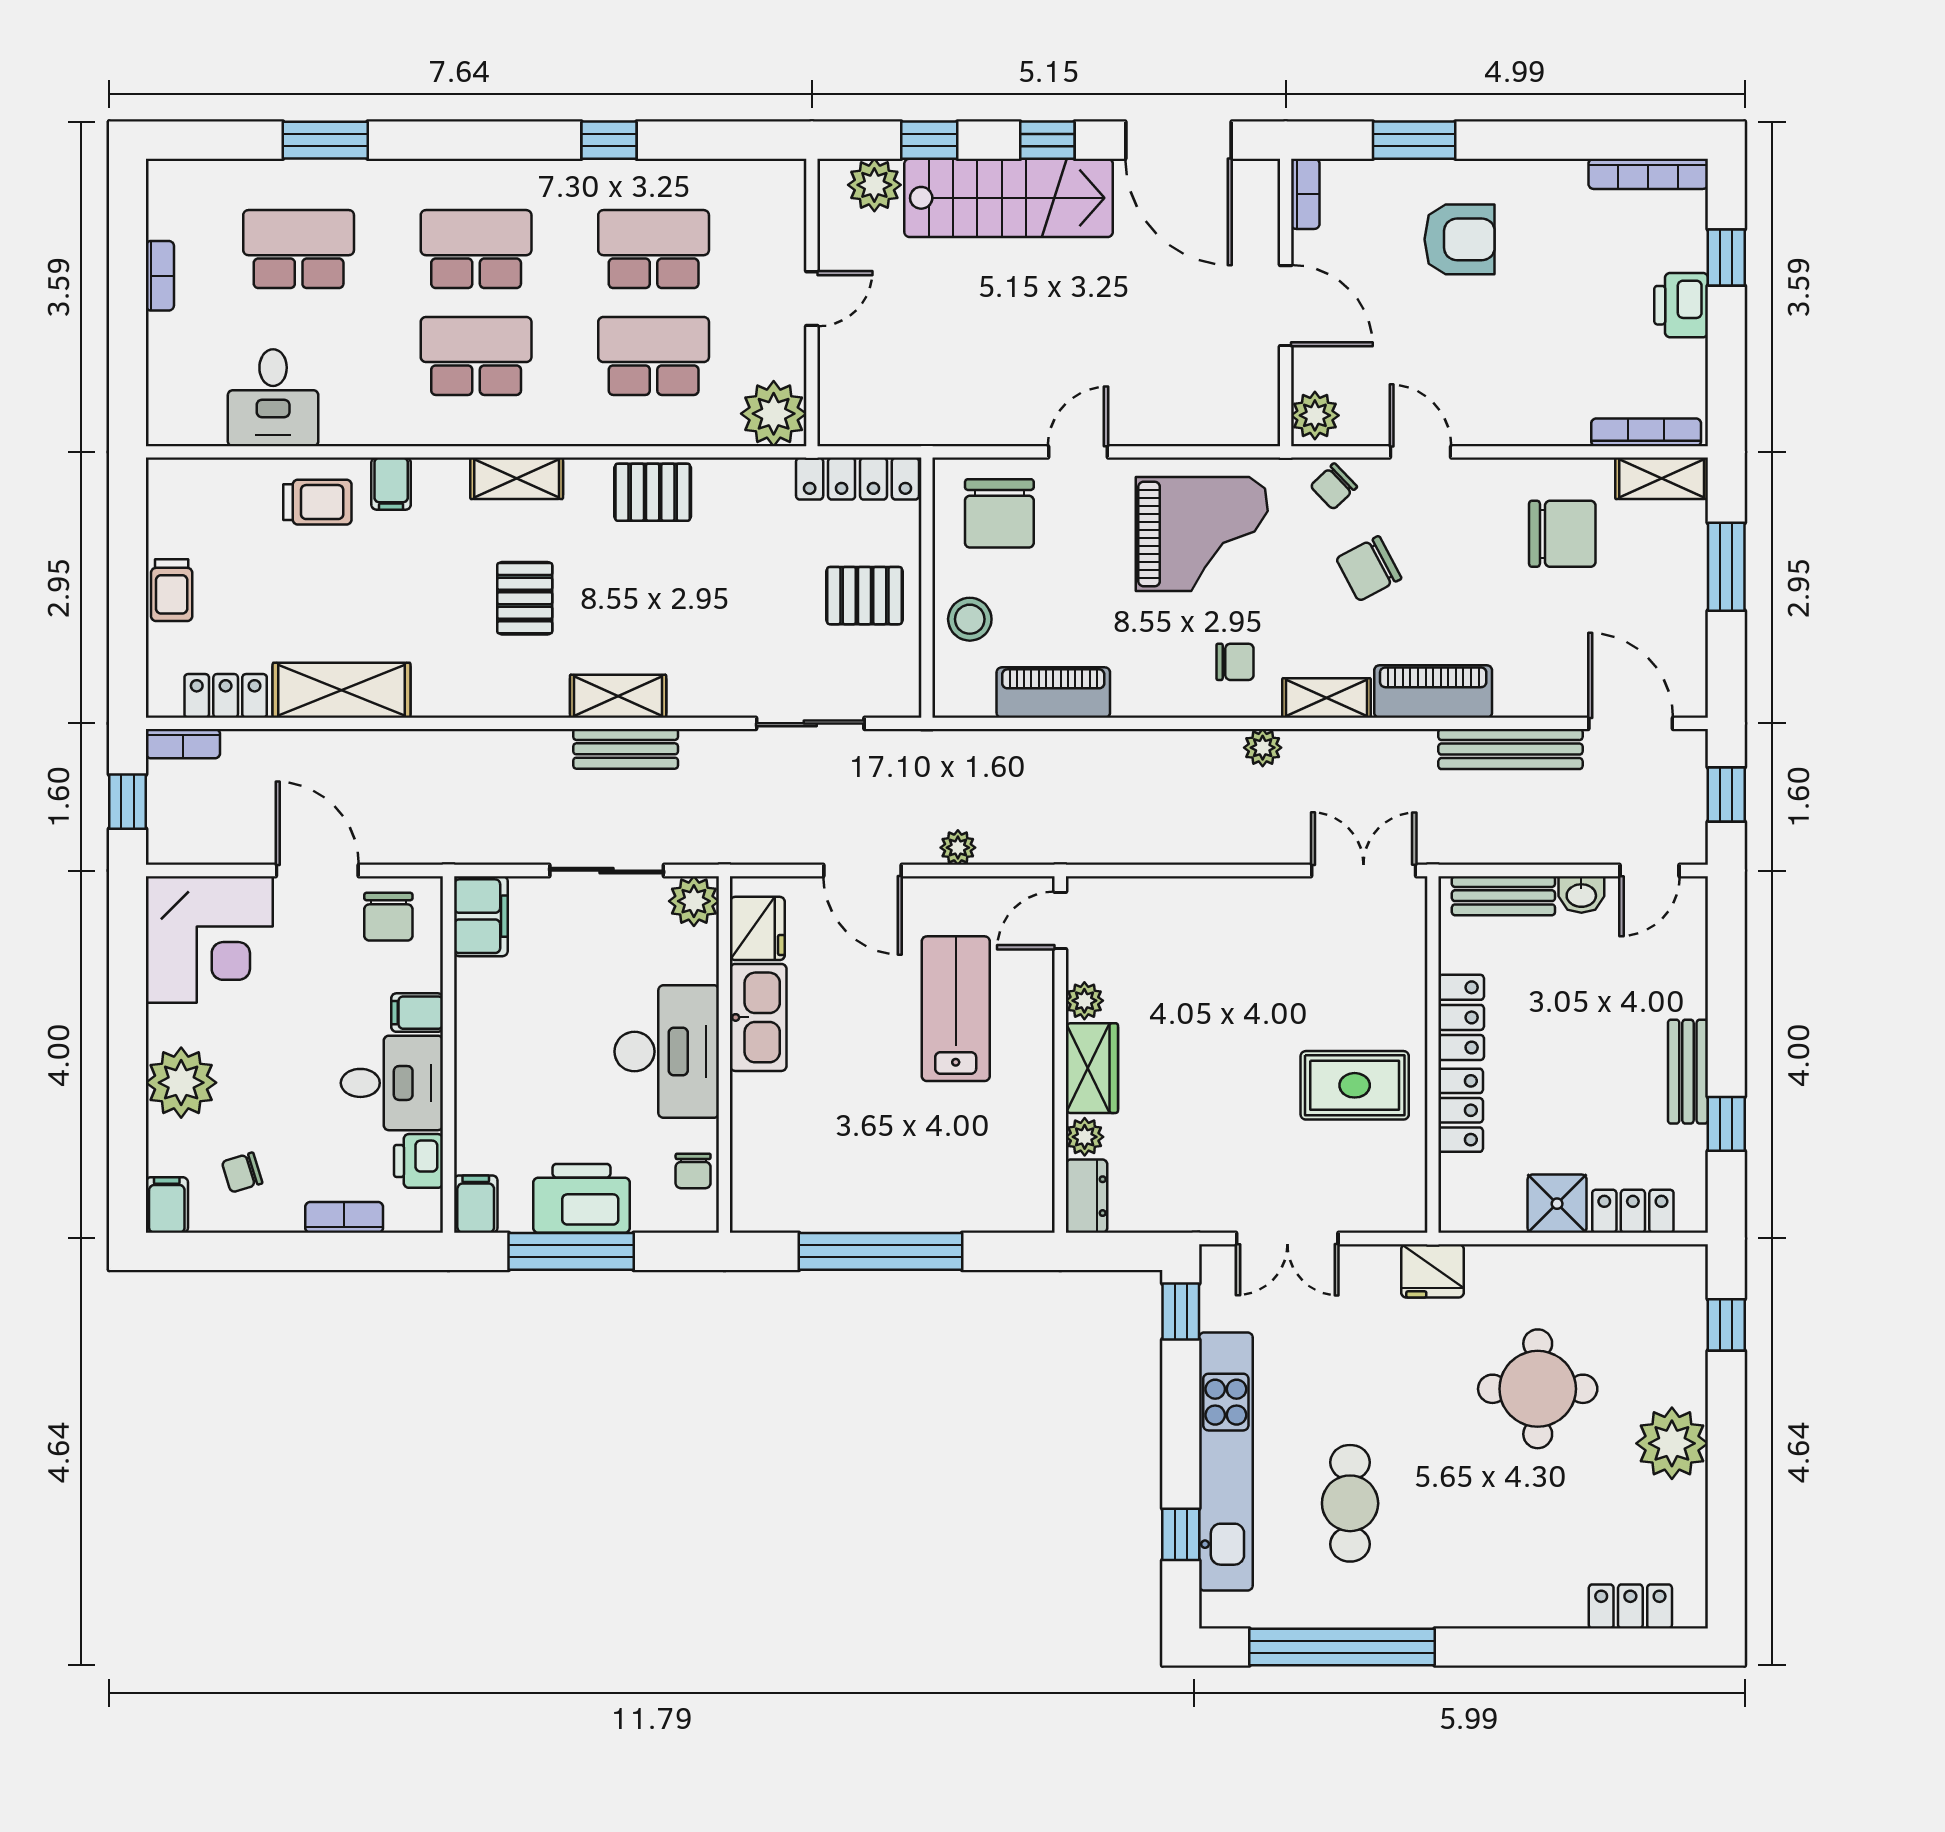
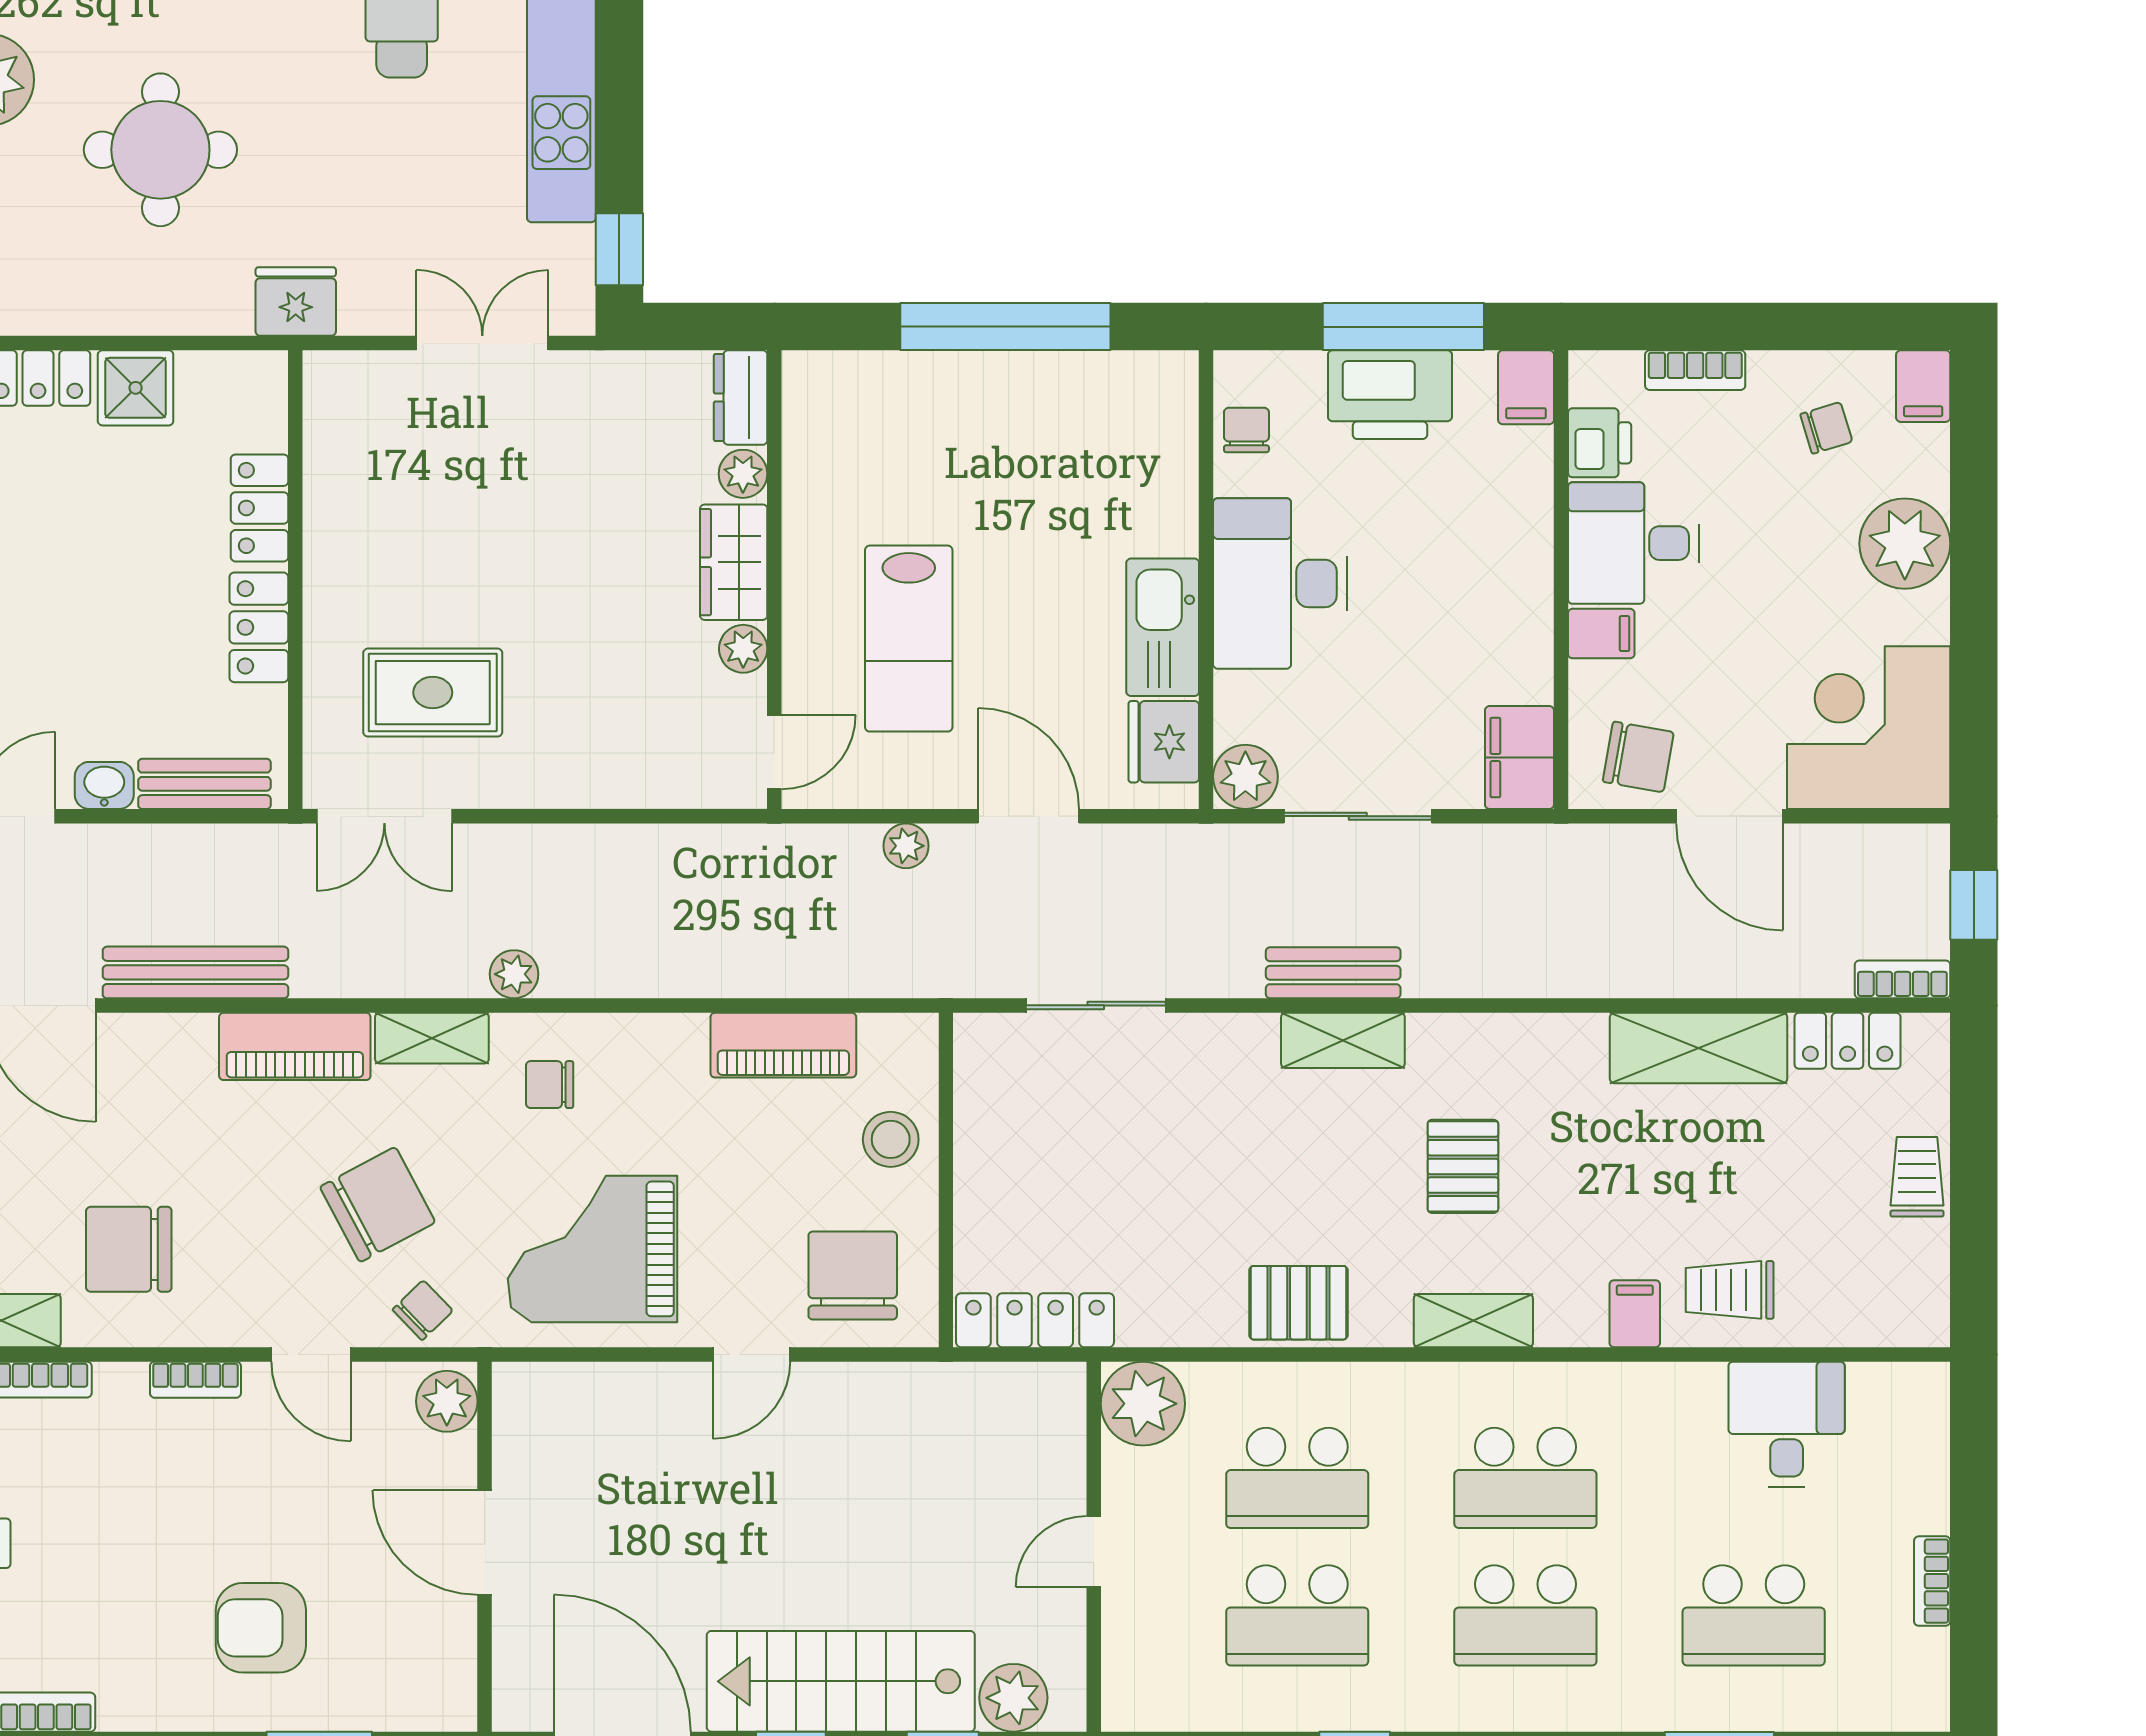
bookcase: (1305, 194) -> (195, 1380), moved, turned -90
chair: (1369, 569) -> (378, 1205), width x1.37, depth x1.37
pallet: (864, 596) -> (1026, 1170), removed
chair: (388, 917) -> (1638, 757), turned 100
rug: (1355, 1085) -> (433, 693), moved

